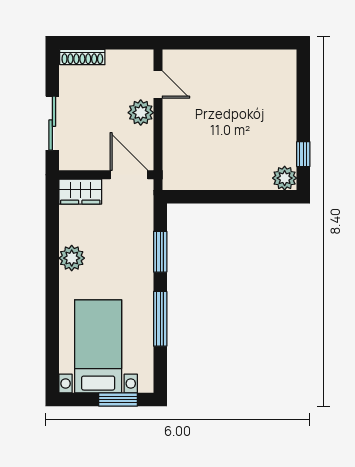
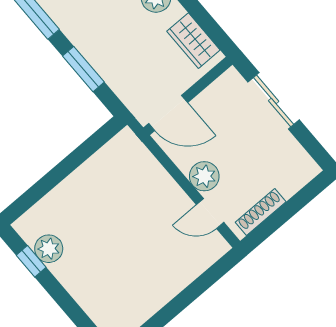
shoe rack: (82, 57) -> (261, 212), moved
plant: (285, 178) -> (49, 249), moved
wardrobe: (80, 192) -> (193, 41), moved, turned -90

